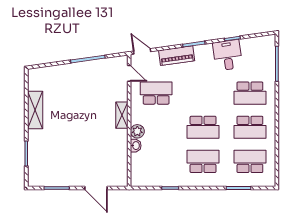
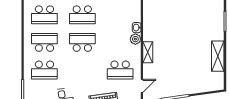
door: (129, 73) -> (142, 86), swing flipped
school desk: (250, 93) -> (44, 70), turned 180

